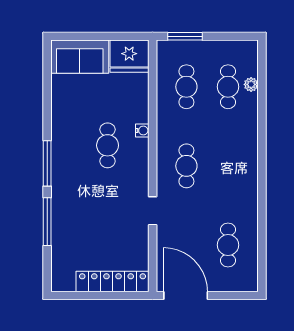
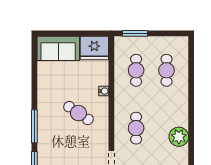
plant: (251, 84) -> (179, 137), moved, width x1.88, depth x1.88
water cooler: (142, 131) -> (104, 91), moved
cafe table: (108, 145) -> (78, 113), turned -56

